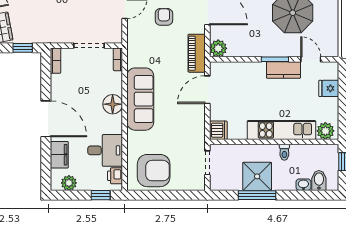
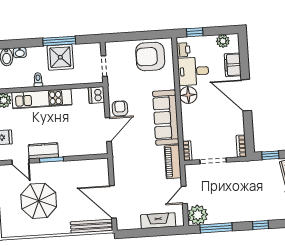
armchair: (164, 17) -> (120, 108), moved, turned 180
plant: (218, 48) -> (101, 166), removed
piano: (197, 53) -> (173, 162), moved, turned 180
floor lamp: (113, 104) -> (188, 95), moved

